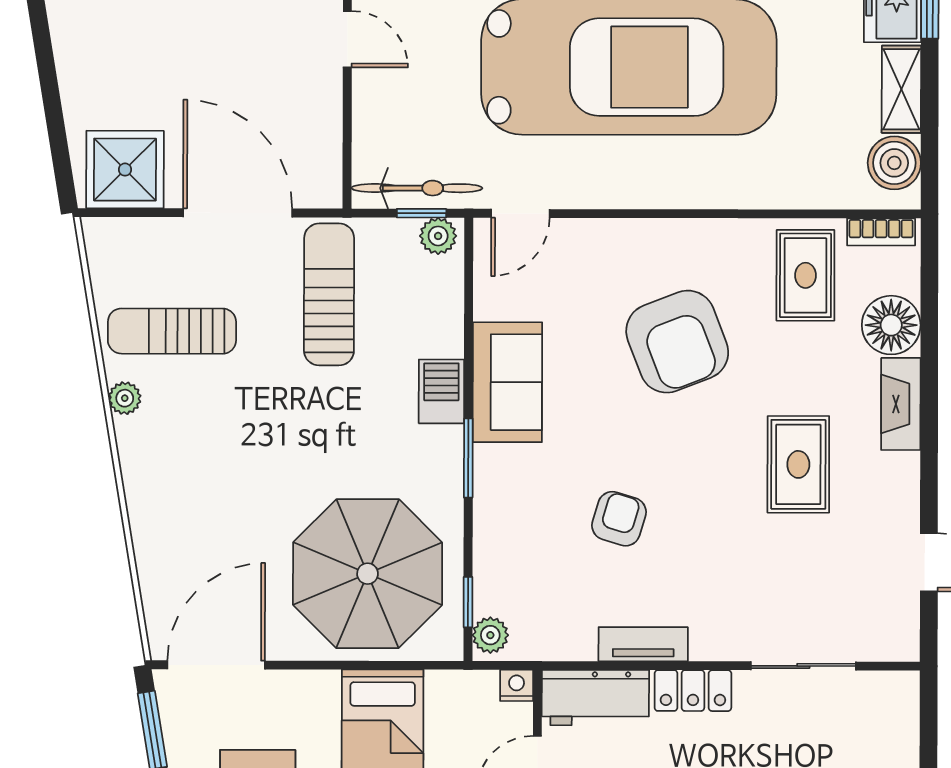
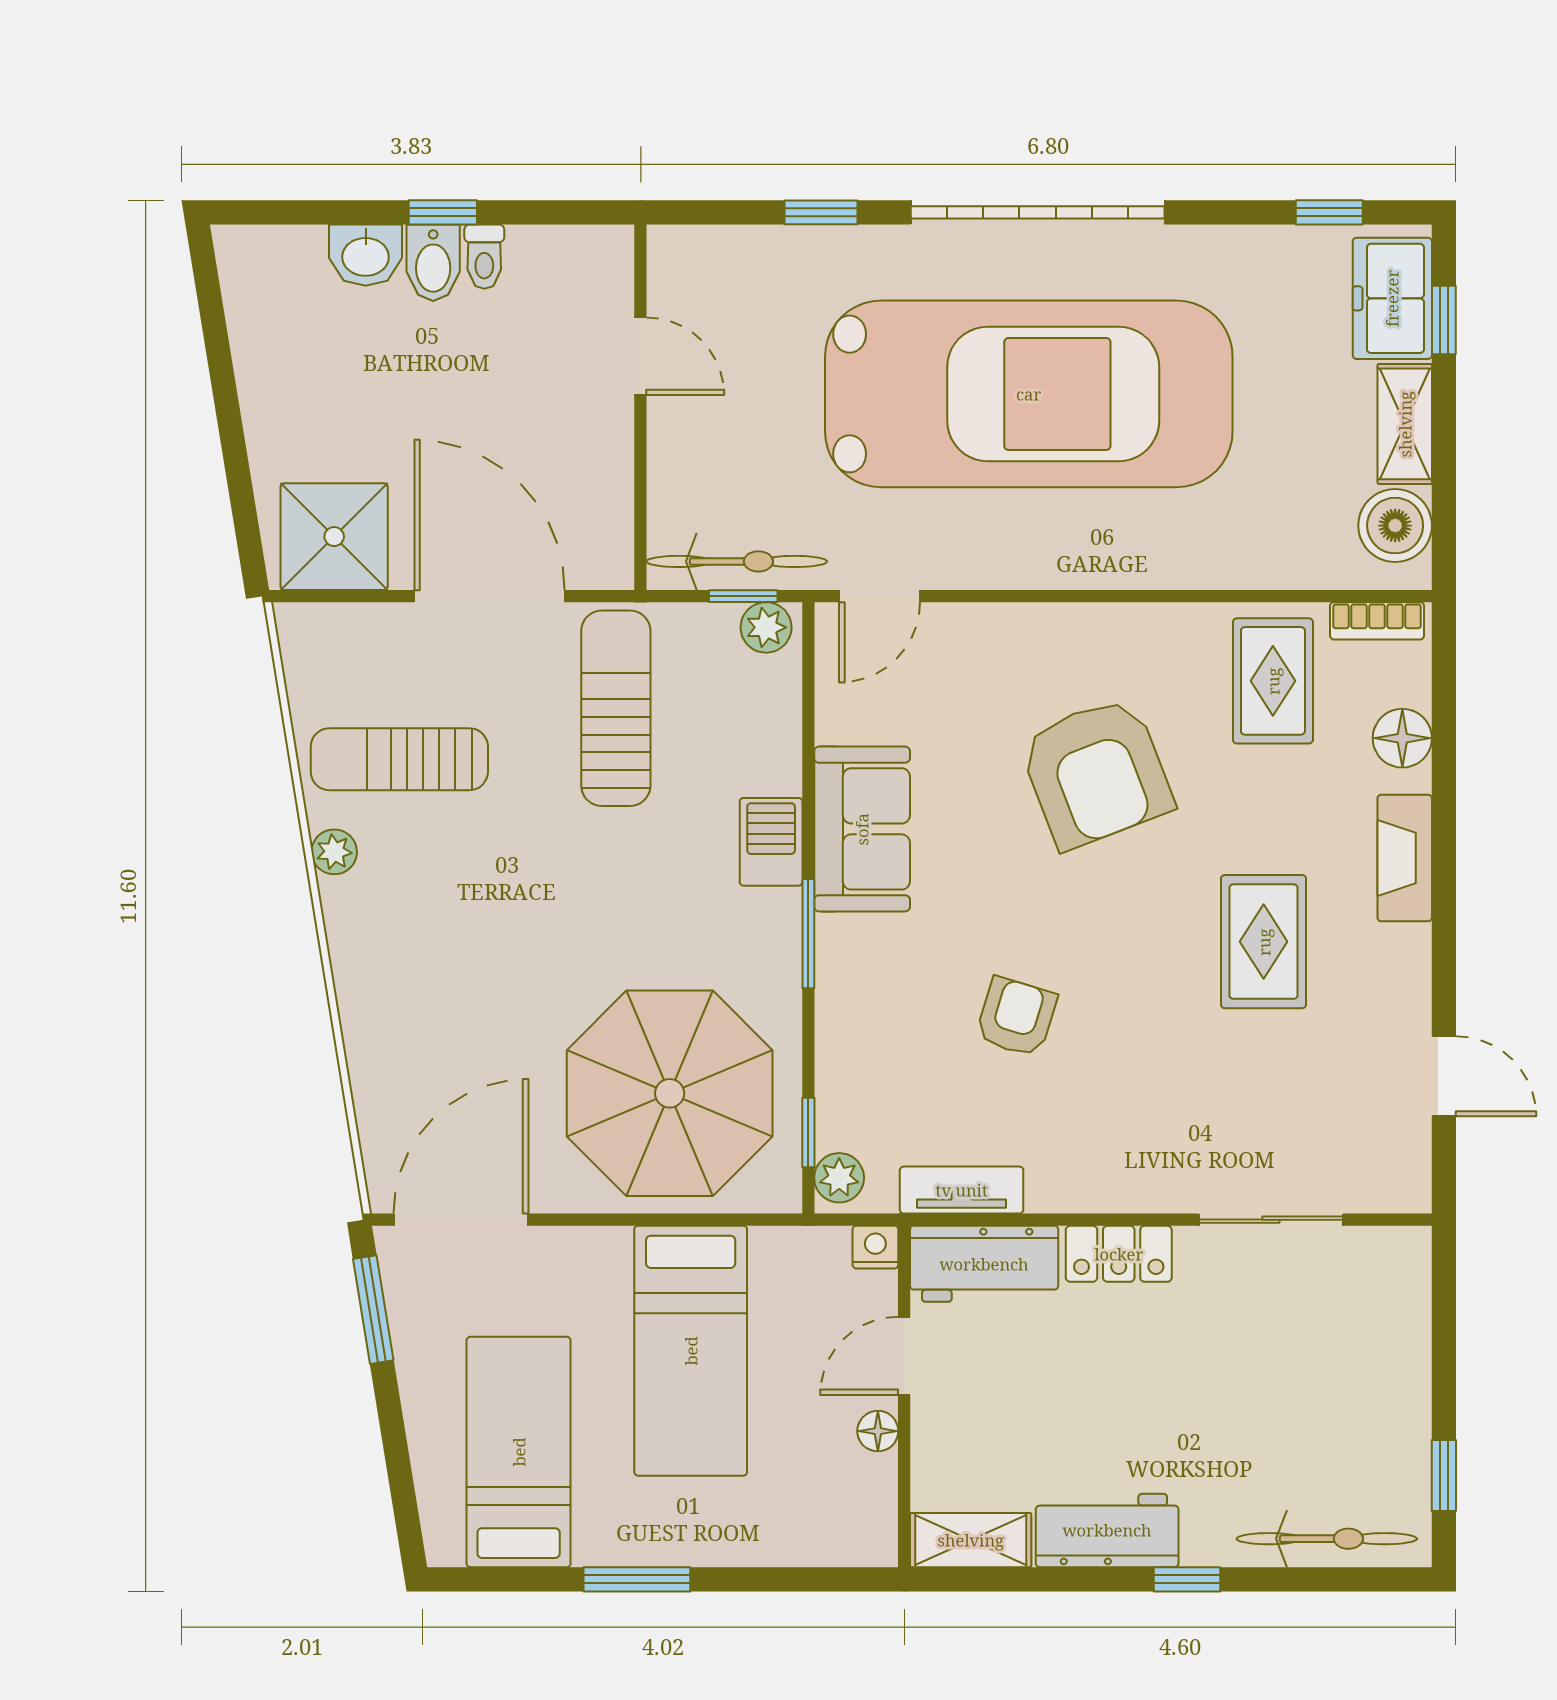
floor lamp: (891, 325) -> (1402, 738), width x0.73, depth x0.73
tv unit: (643, 644) -> (962, 1190), moved

